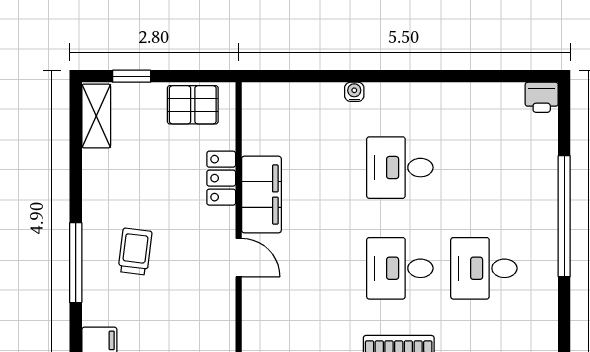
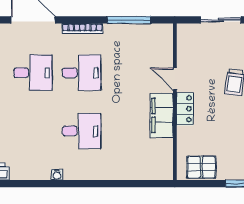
water cooler: (354, 92) -> (57, 175), moved
locker: (221, 178) -> (185, 109), moved

